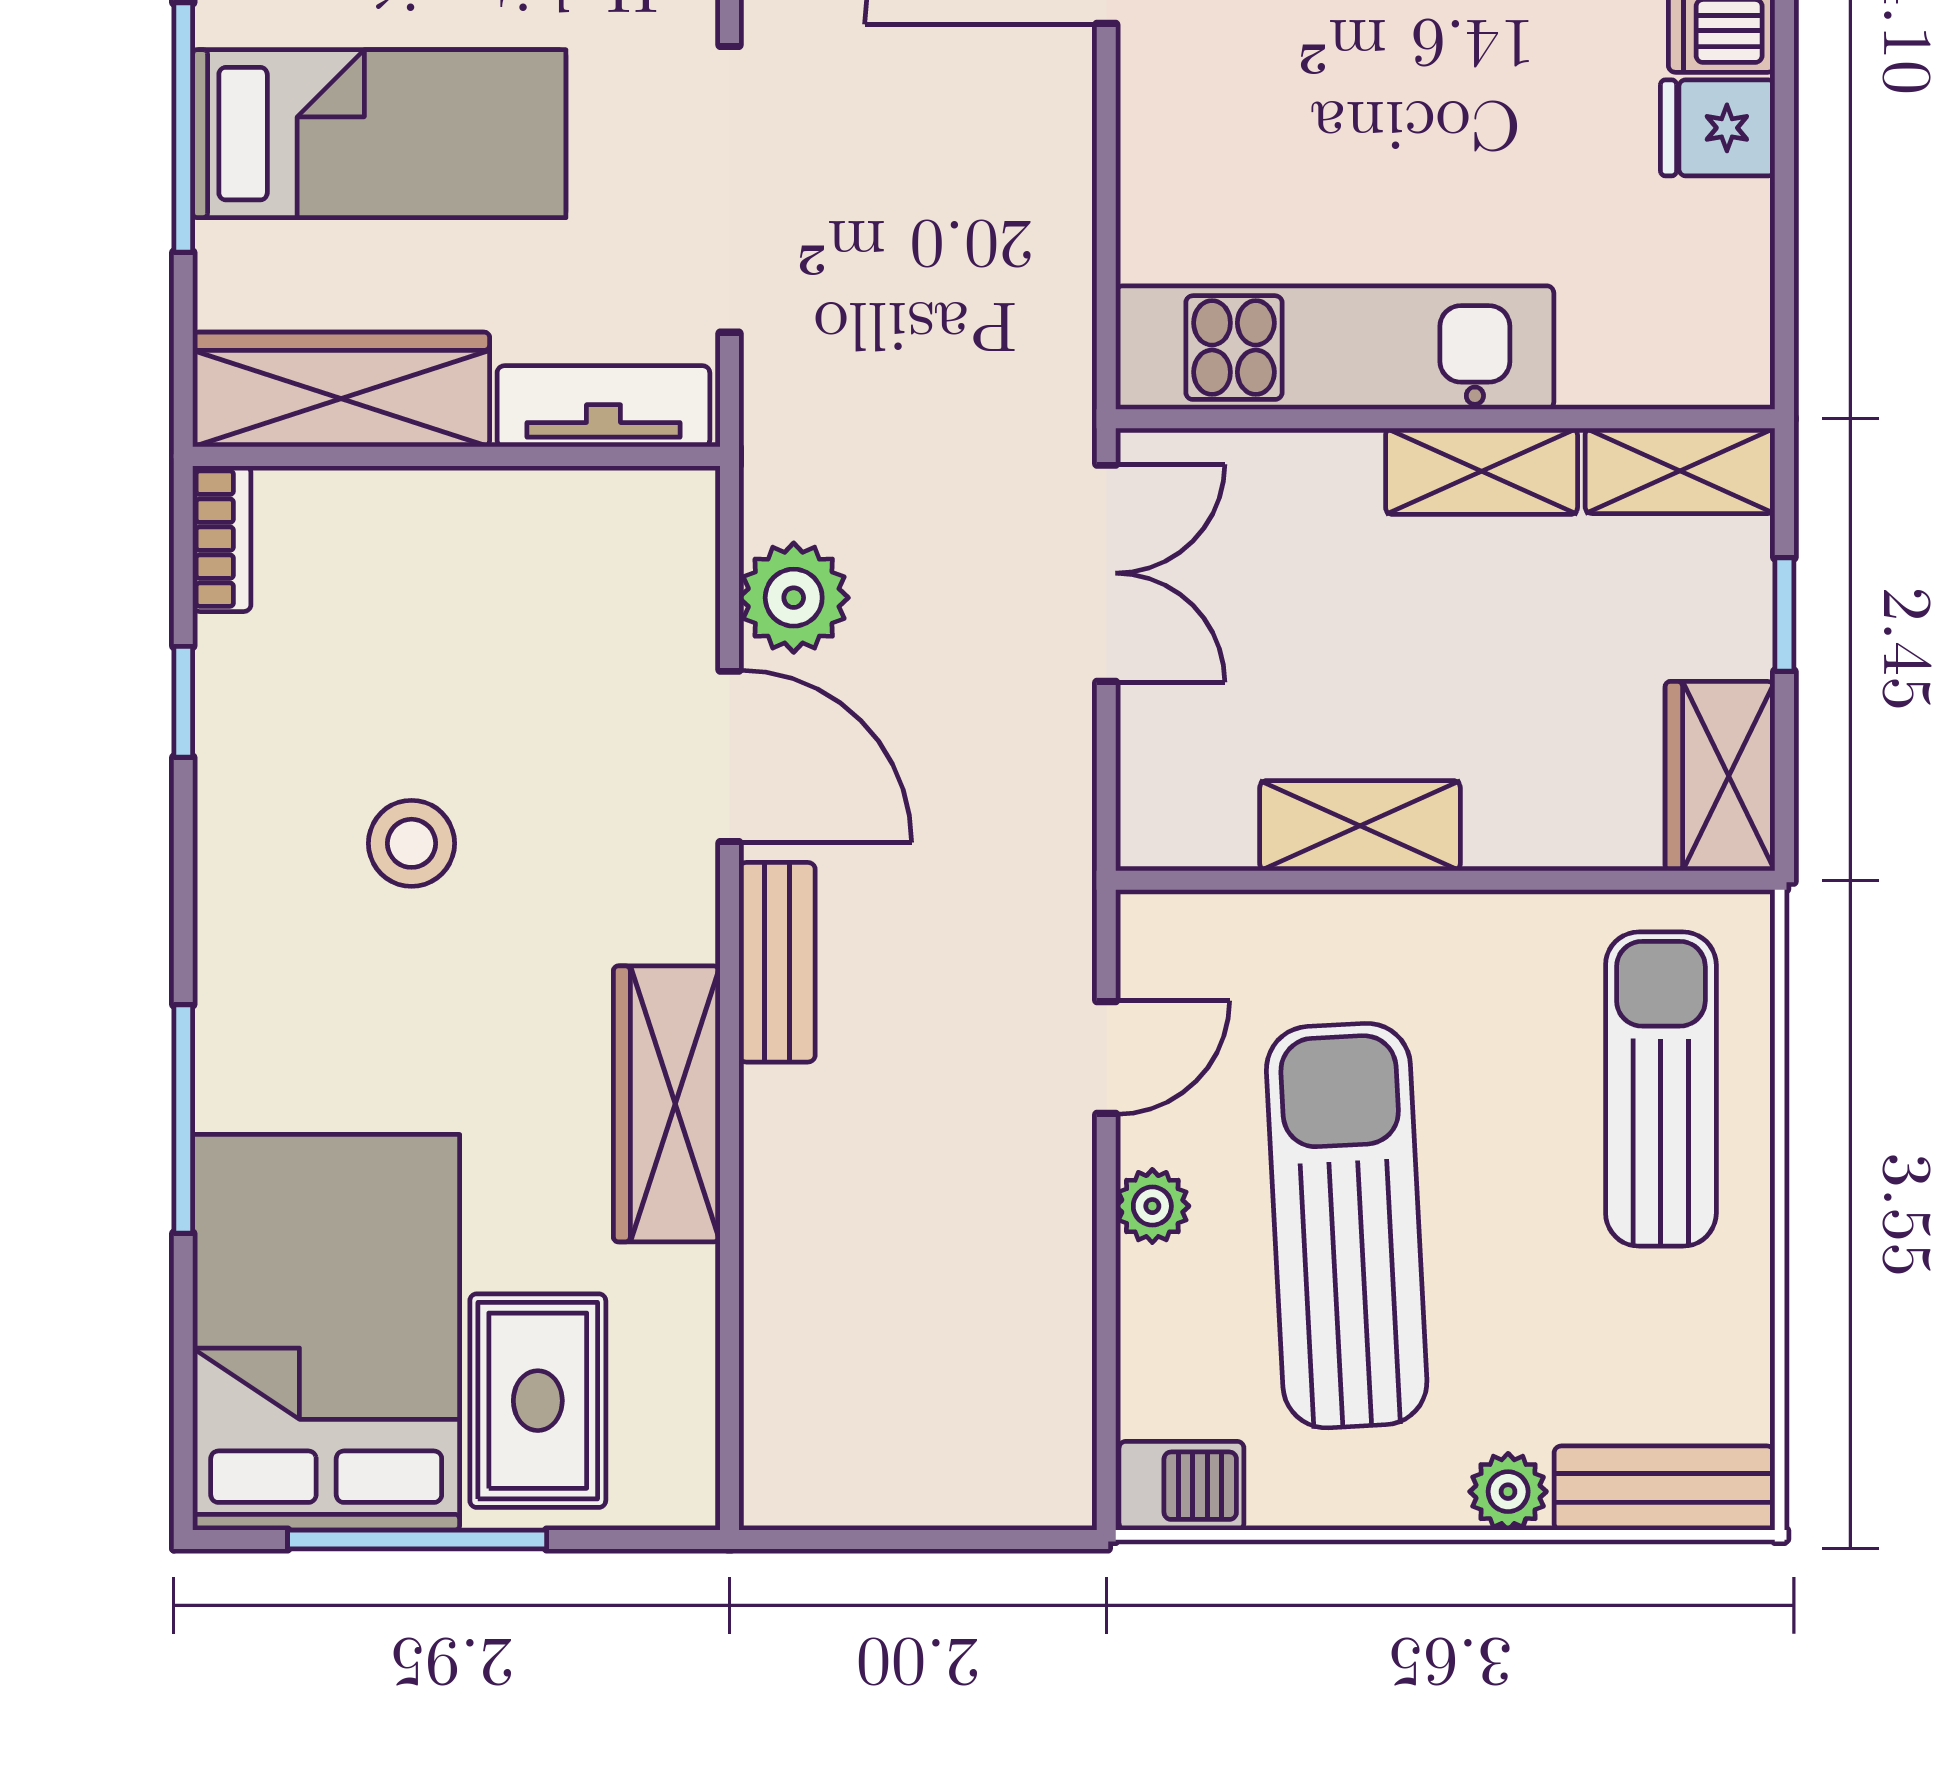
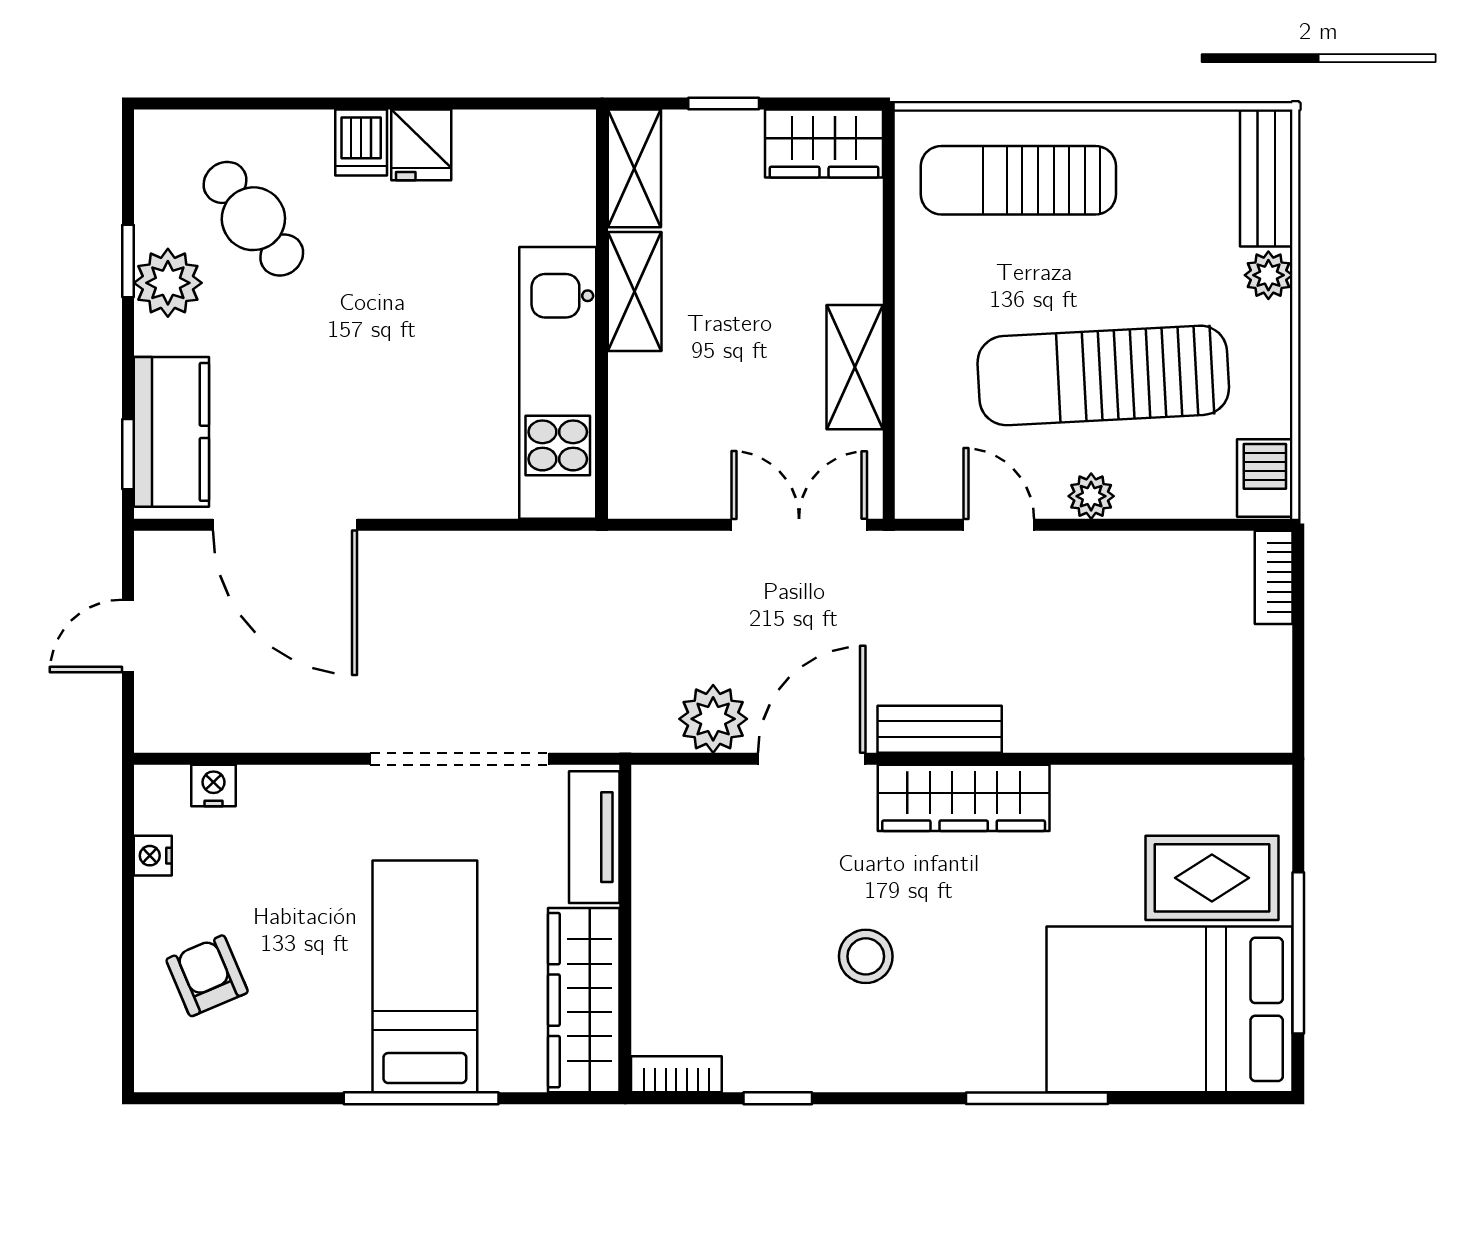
double door: (1106, 573) -> (799, 525), moved
wardrobe: (667, 1104) -> (964, 798), moved
bookcase: (1021, 1500) -> (1274, 577), added

